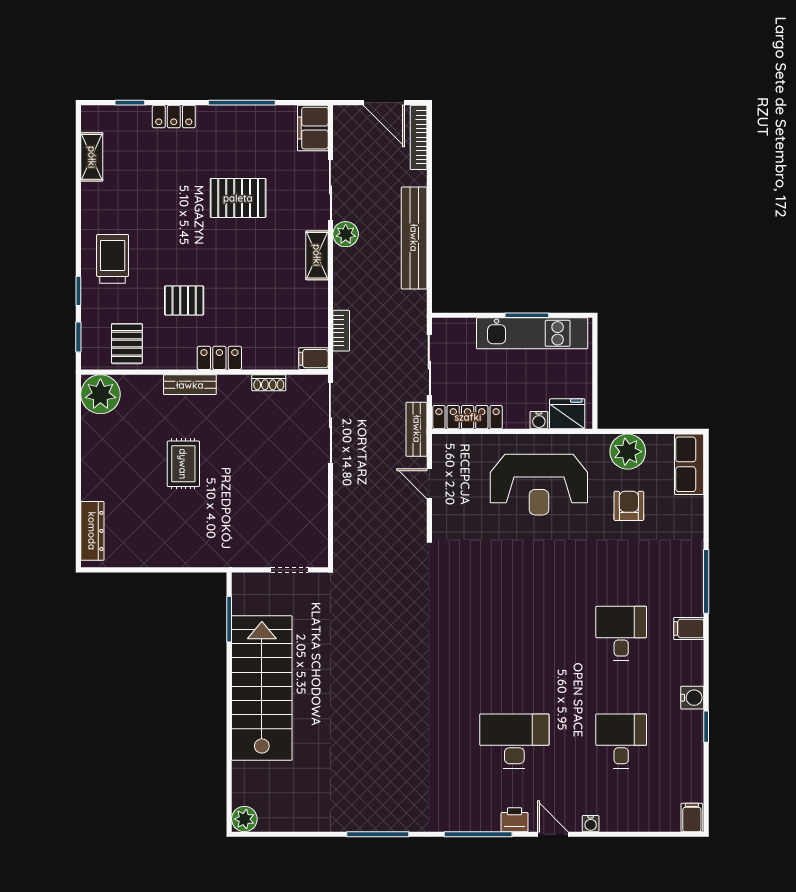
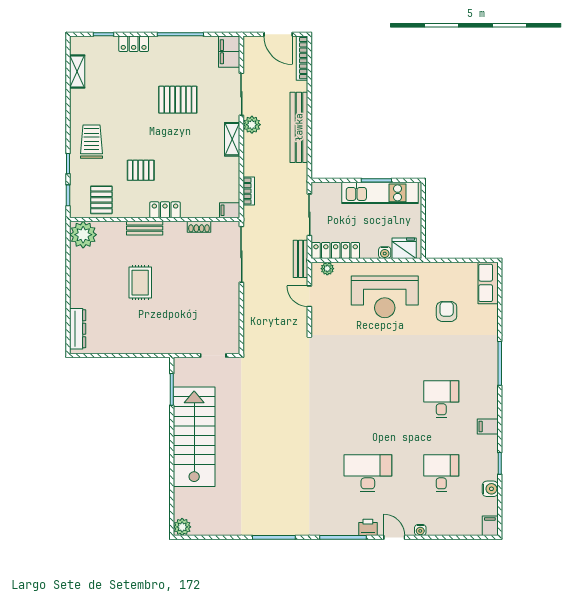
plant: (628, 452) -> (327, 269), moved, width x0.53, depth x0.53
filing cabinet: (689, 629) -> (488, 426), moved
water cooler: (692, 698) -> (490, 489), moved

